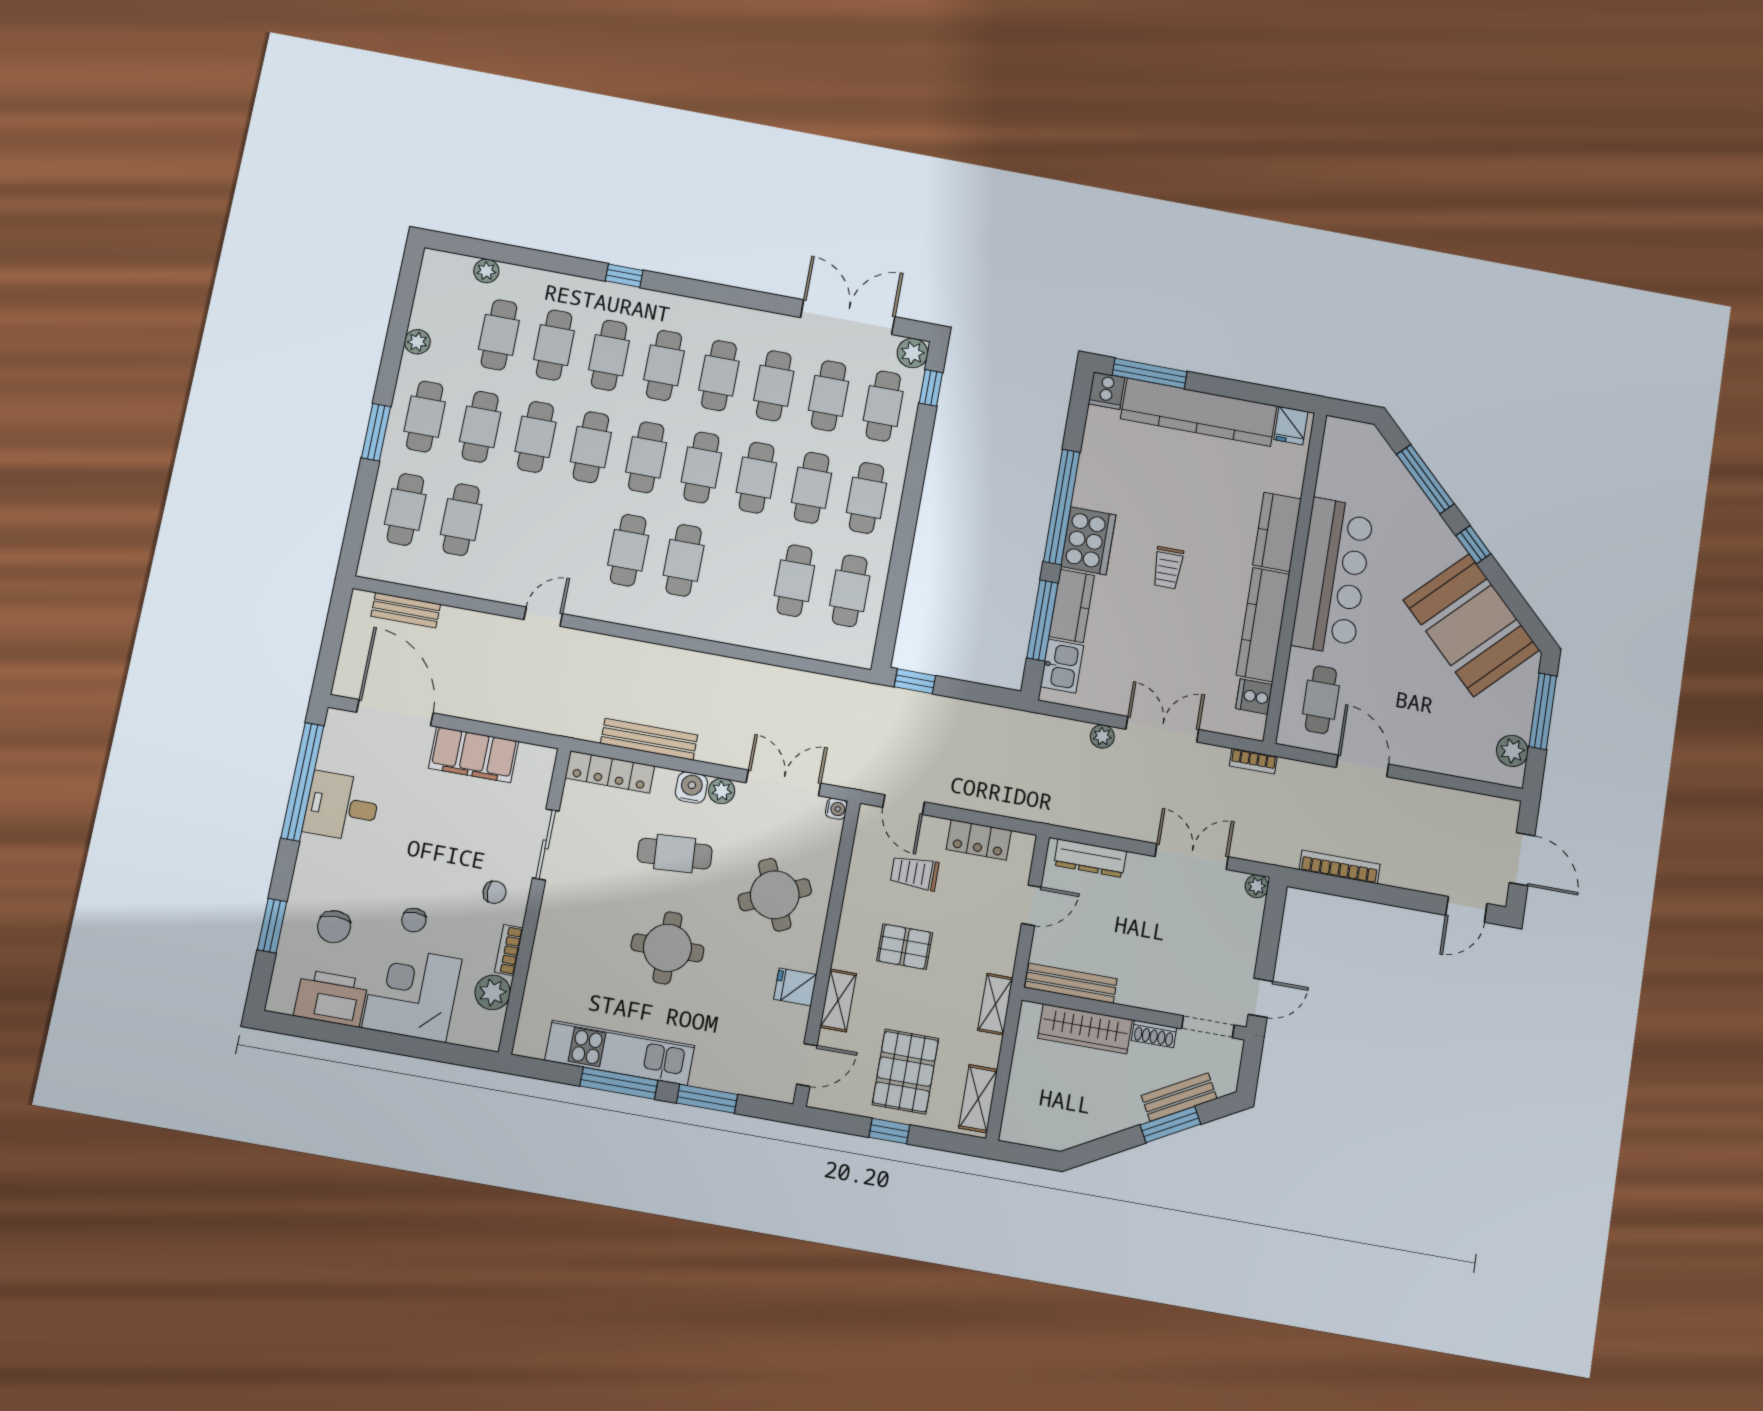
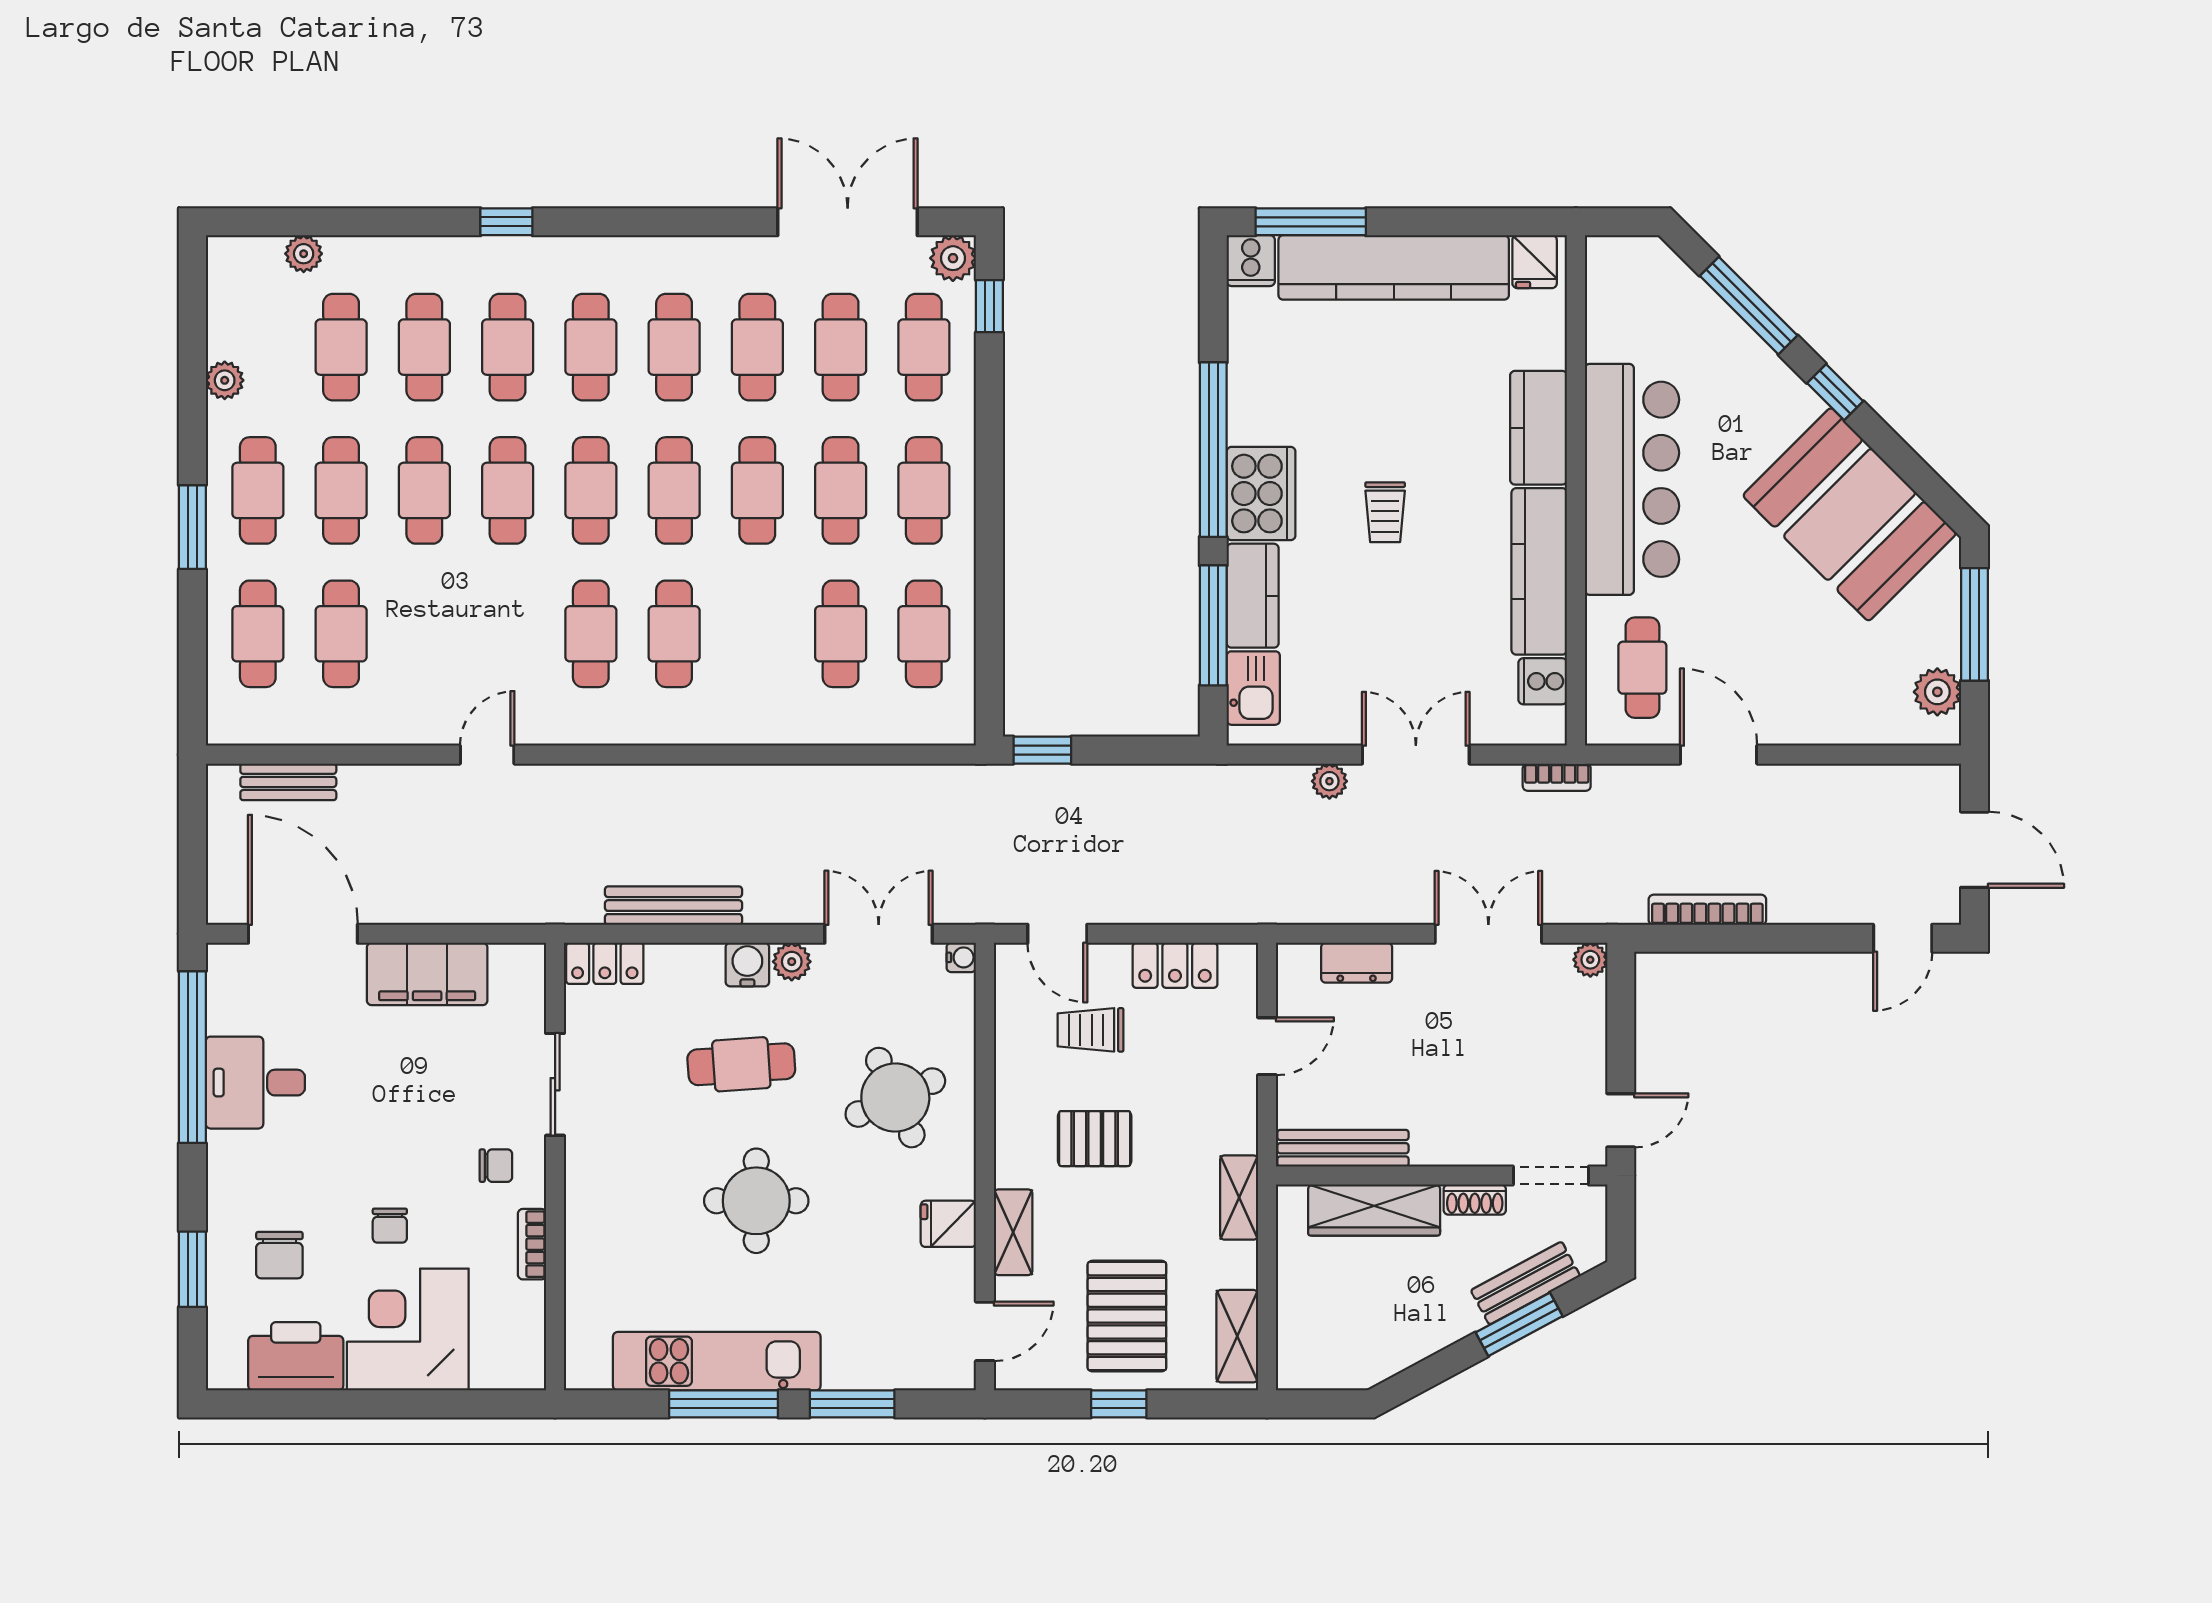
locker: (610, 772) -> (605, 963), width x0.66
dresser: (1090, 858) -> (1357, 963), width x0.70
plant: (493, 992) -> (521, 1308), removed

